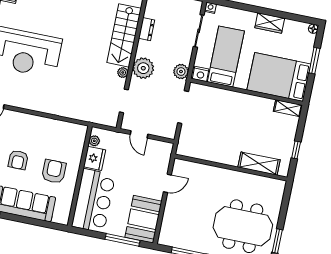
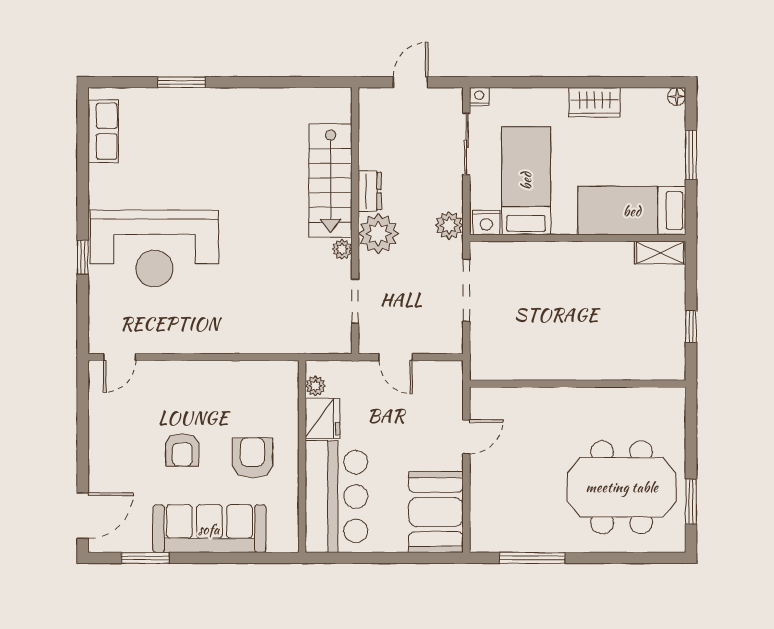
dresser: (147, 29) -> (370, 191), moved
bed: (279, 77) -> (632, 211), width x0.67
shelving: (259, 164) -> (628, 366), removed
window: (122, 240) -> (405, 558), removed

